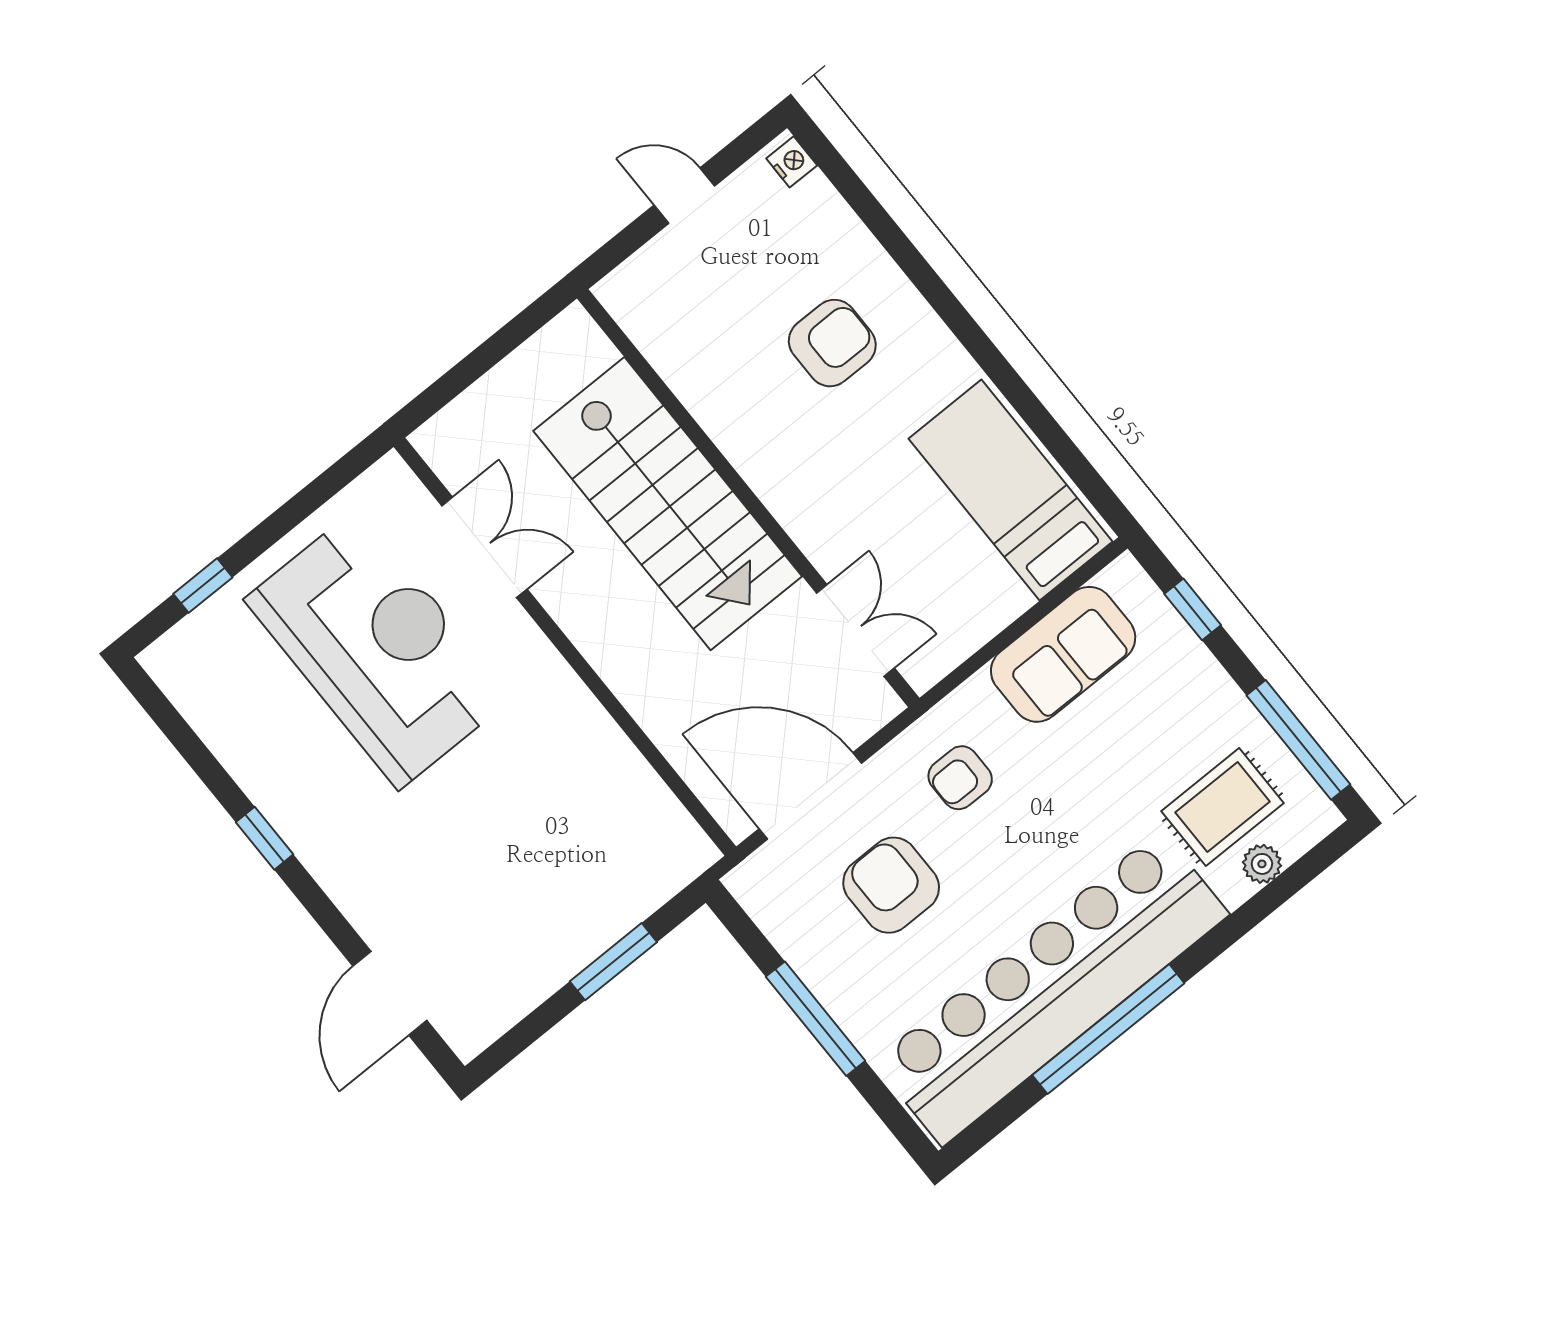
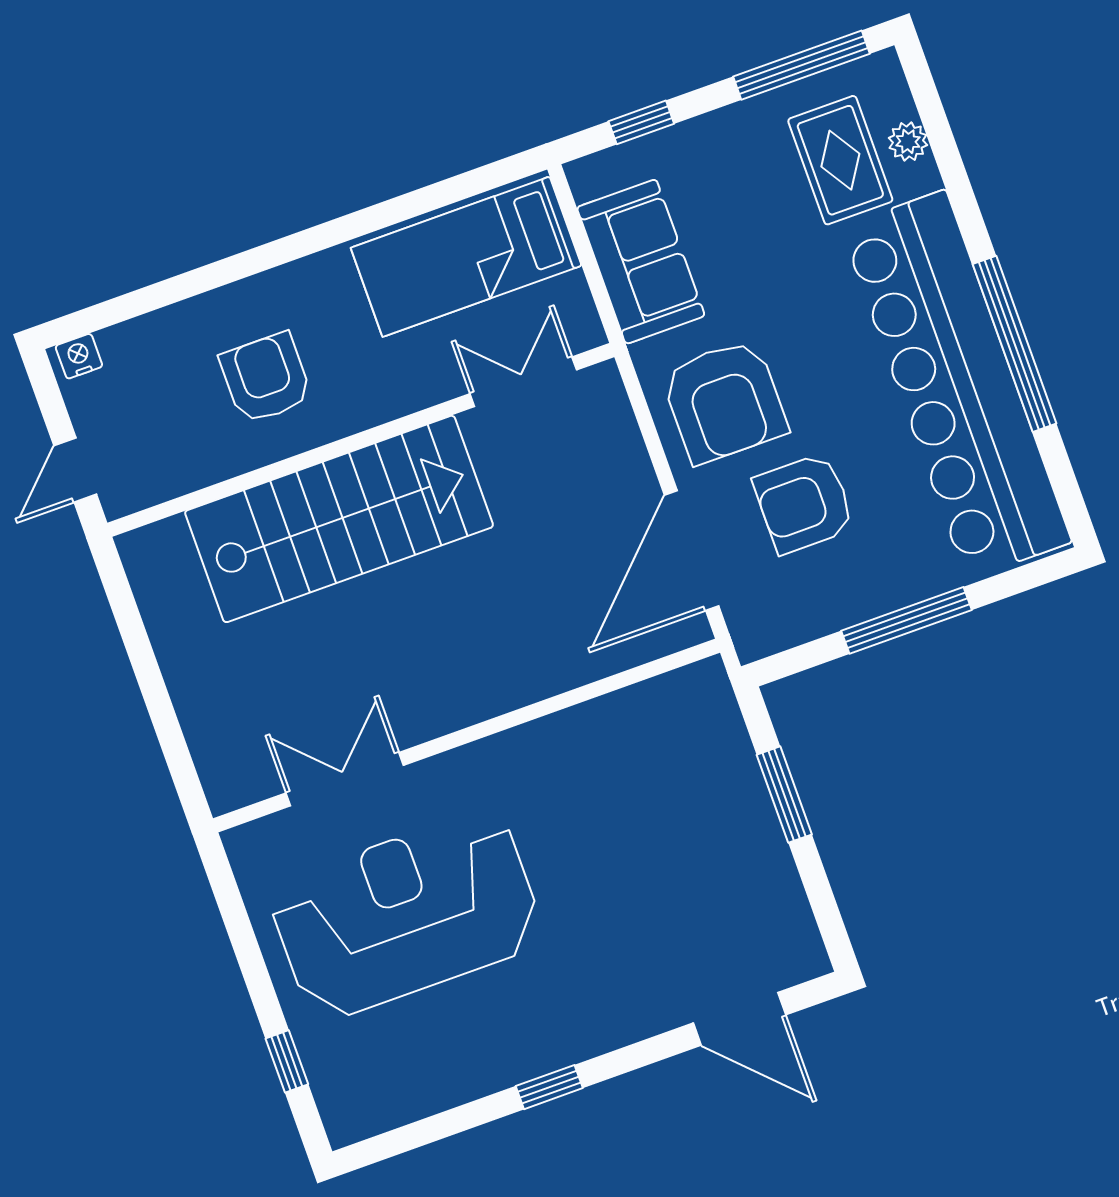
wall: (748, 498) -> (361, 440), moved
stairs: (668, 504) -> (339, 519), moved
double door: (855, 631) -> (523, 382), moved
armchair: (960, 778) -> (724, 401), width x1.88, depth x1.88

